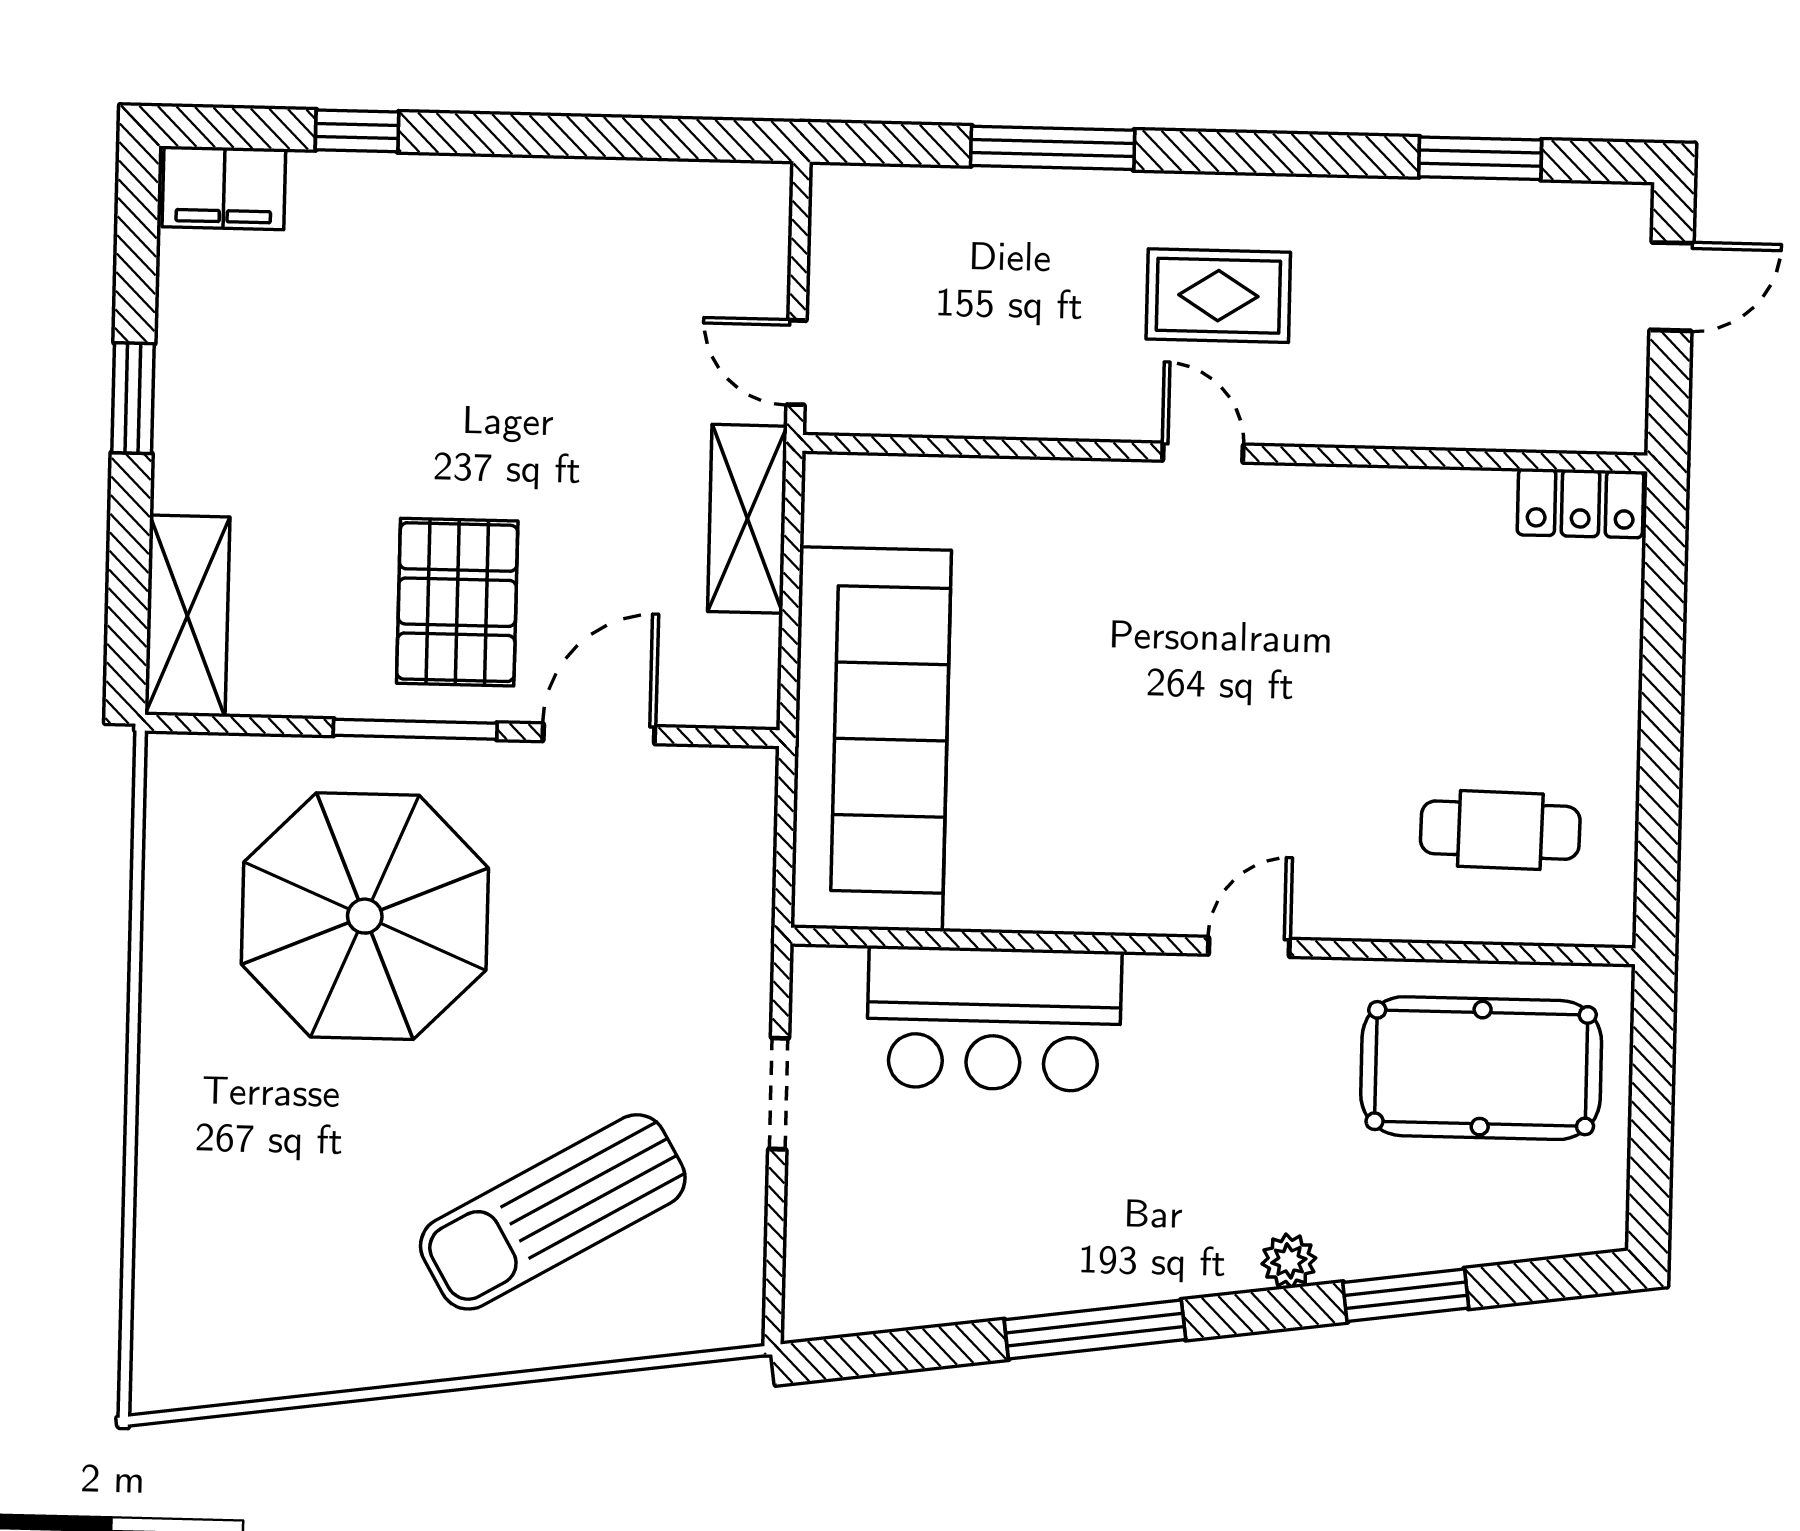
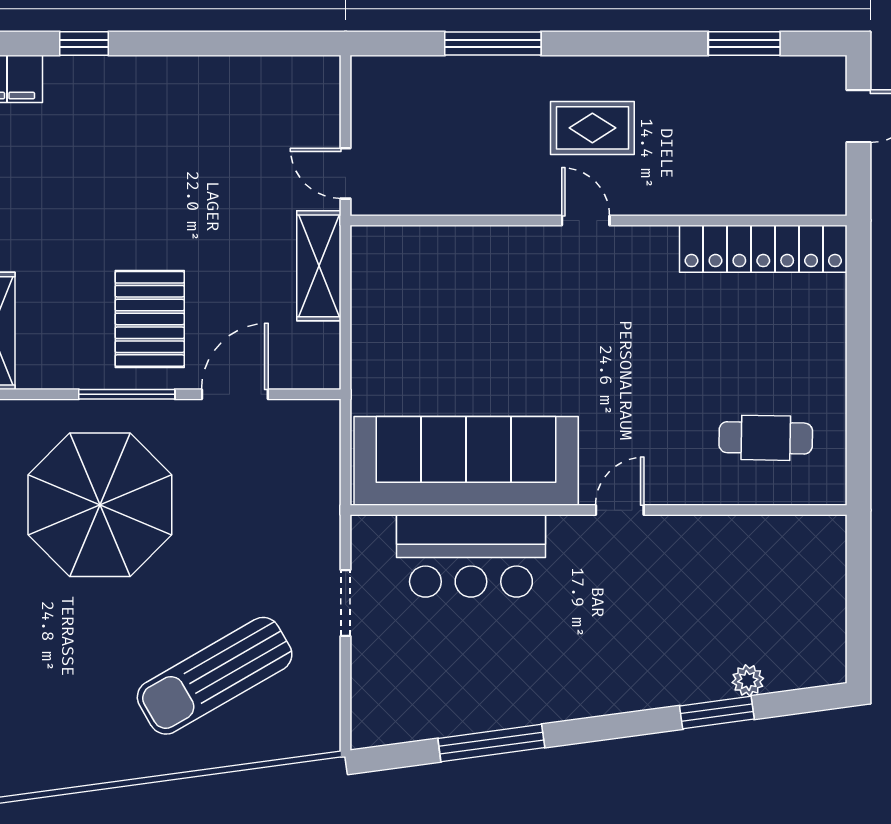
locker: (1581, 503) -> (763, 249), width x2.16, depth x1.21
sofa: (871, 739) -> (466, 461), moved, turned -90
pool table: (1481, 1068) -> (758, 578), removed
plant: (1289, 1261) -> (748, 680), moved
window: (1095, 1330) -> (491, 743), moved

